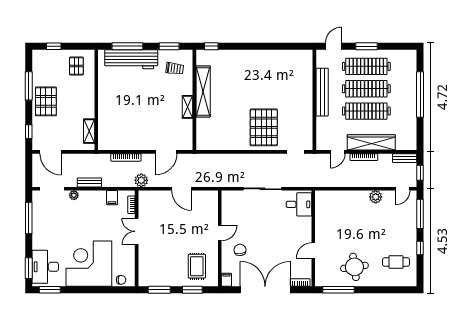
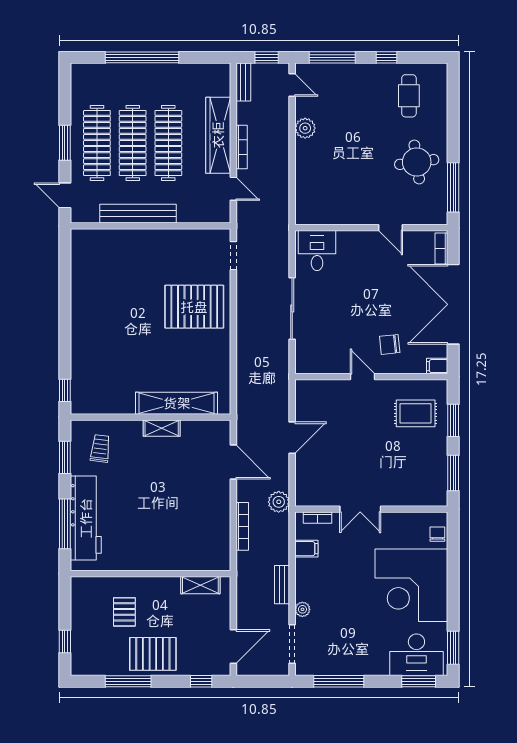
pallet: (76, 66) -> (124, 612), moved, turned 90
shelving: (203, 91) -> (177, 403), moved

